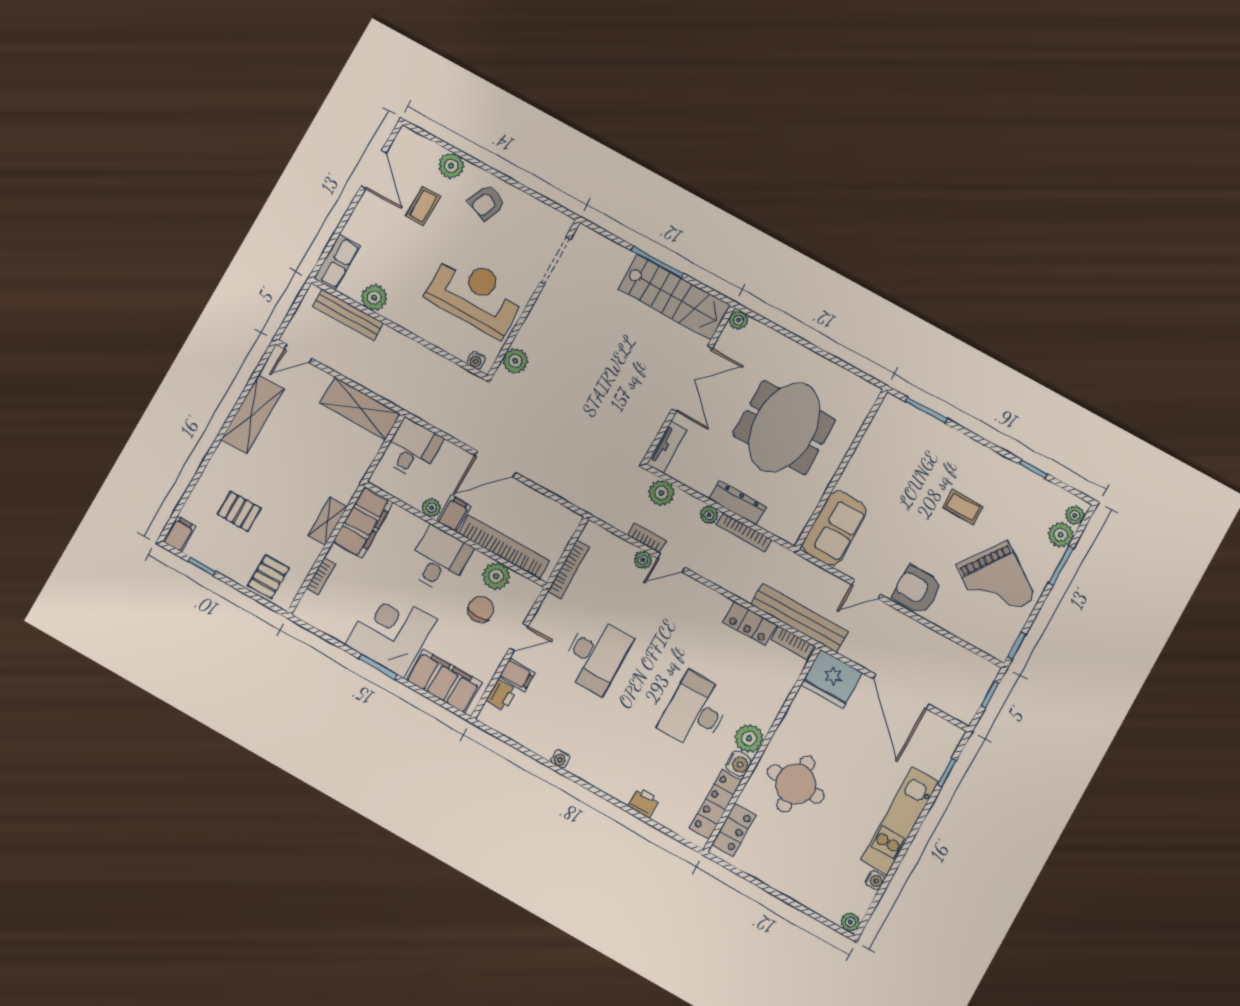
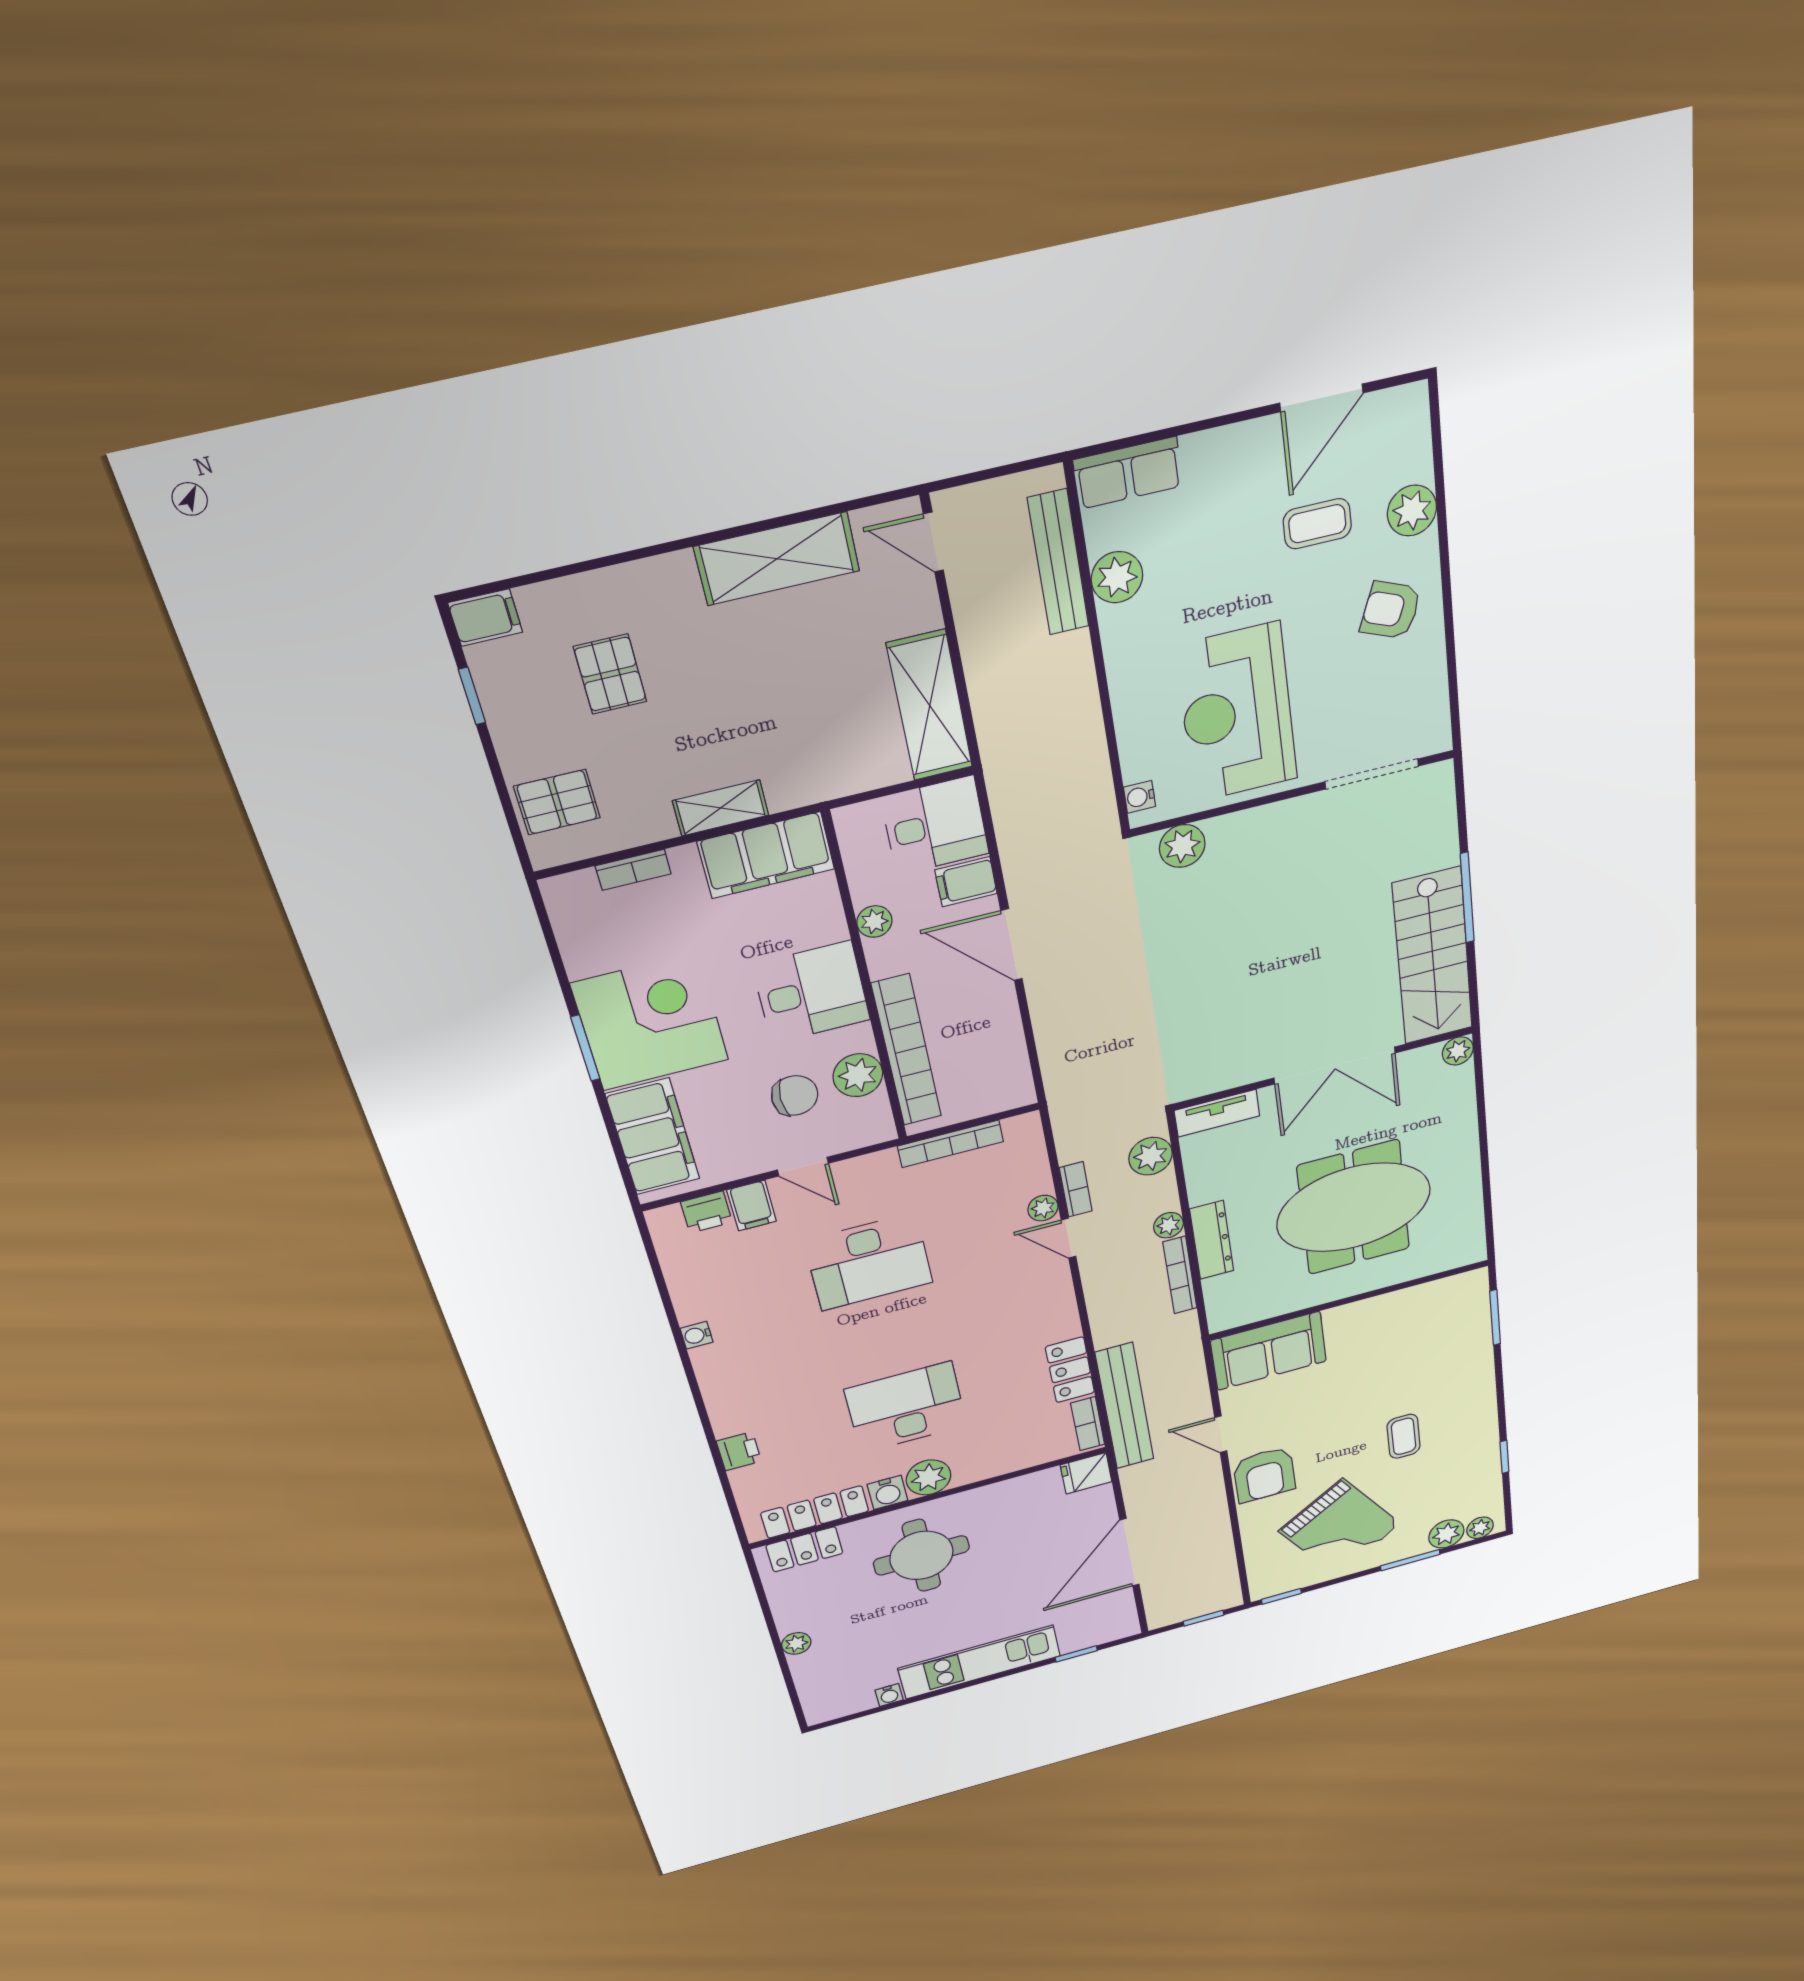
reception desk: (475, 295) -> (1237, 713), turned 180
filing cabinet: (454, 514) -> (966, 882), moved, turned 180
grand piano: (996, 582) -> (1340, 1527), turned -68
armchair: (917, 590) -> (1264, 1475), turned 180
fridge: (832, 679) -> (1086, 1473), width x0.53, depth x0.75
plant: (850, 922) -> (796, 1643), moved

